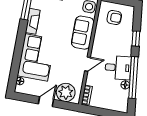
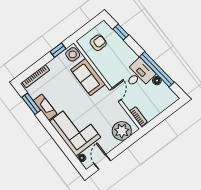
window: (136, 39) -> (121, 32), moved
door: (46, 102) -> (102, 162), moved

